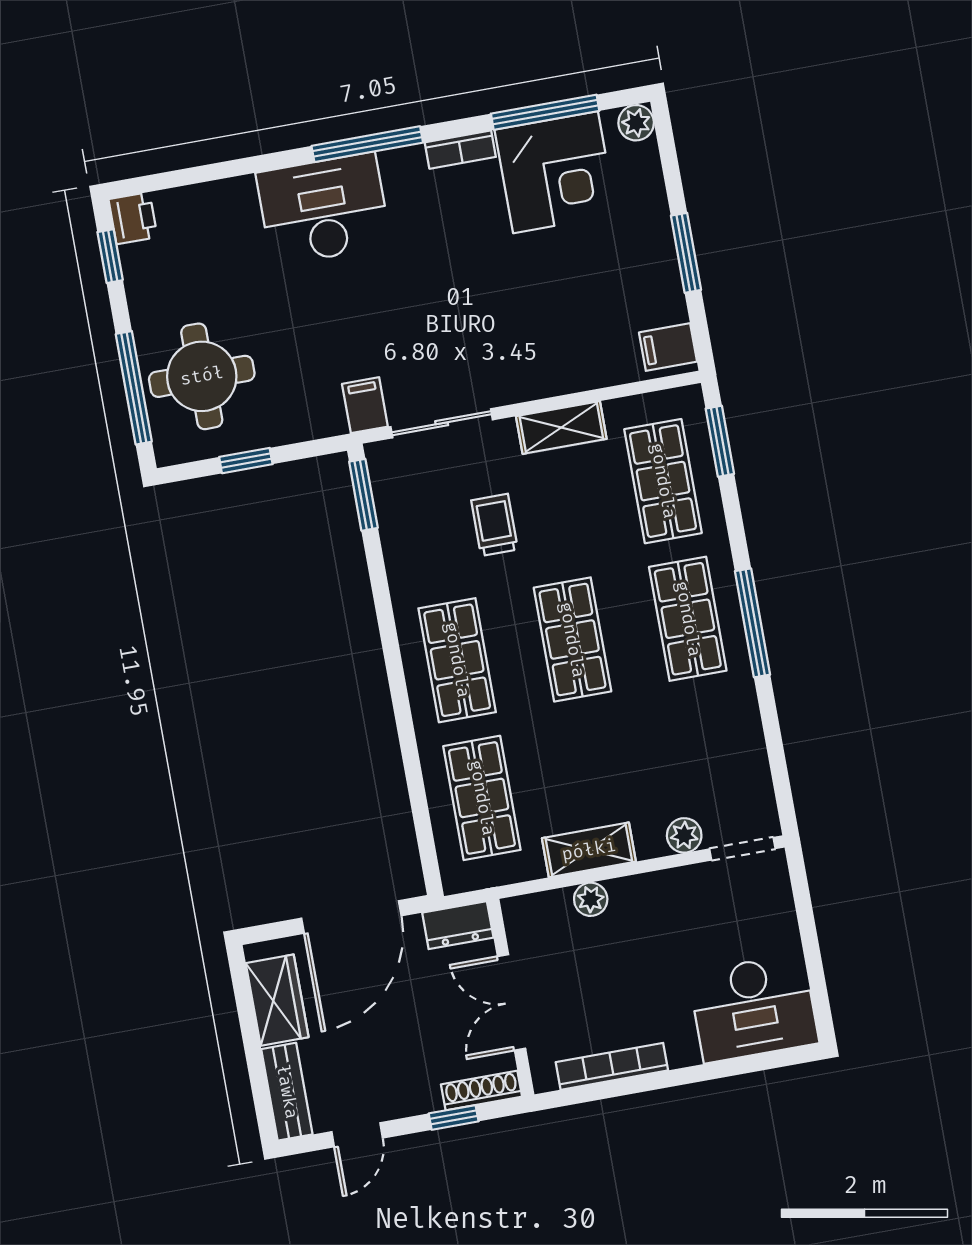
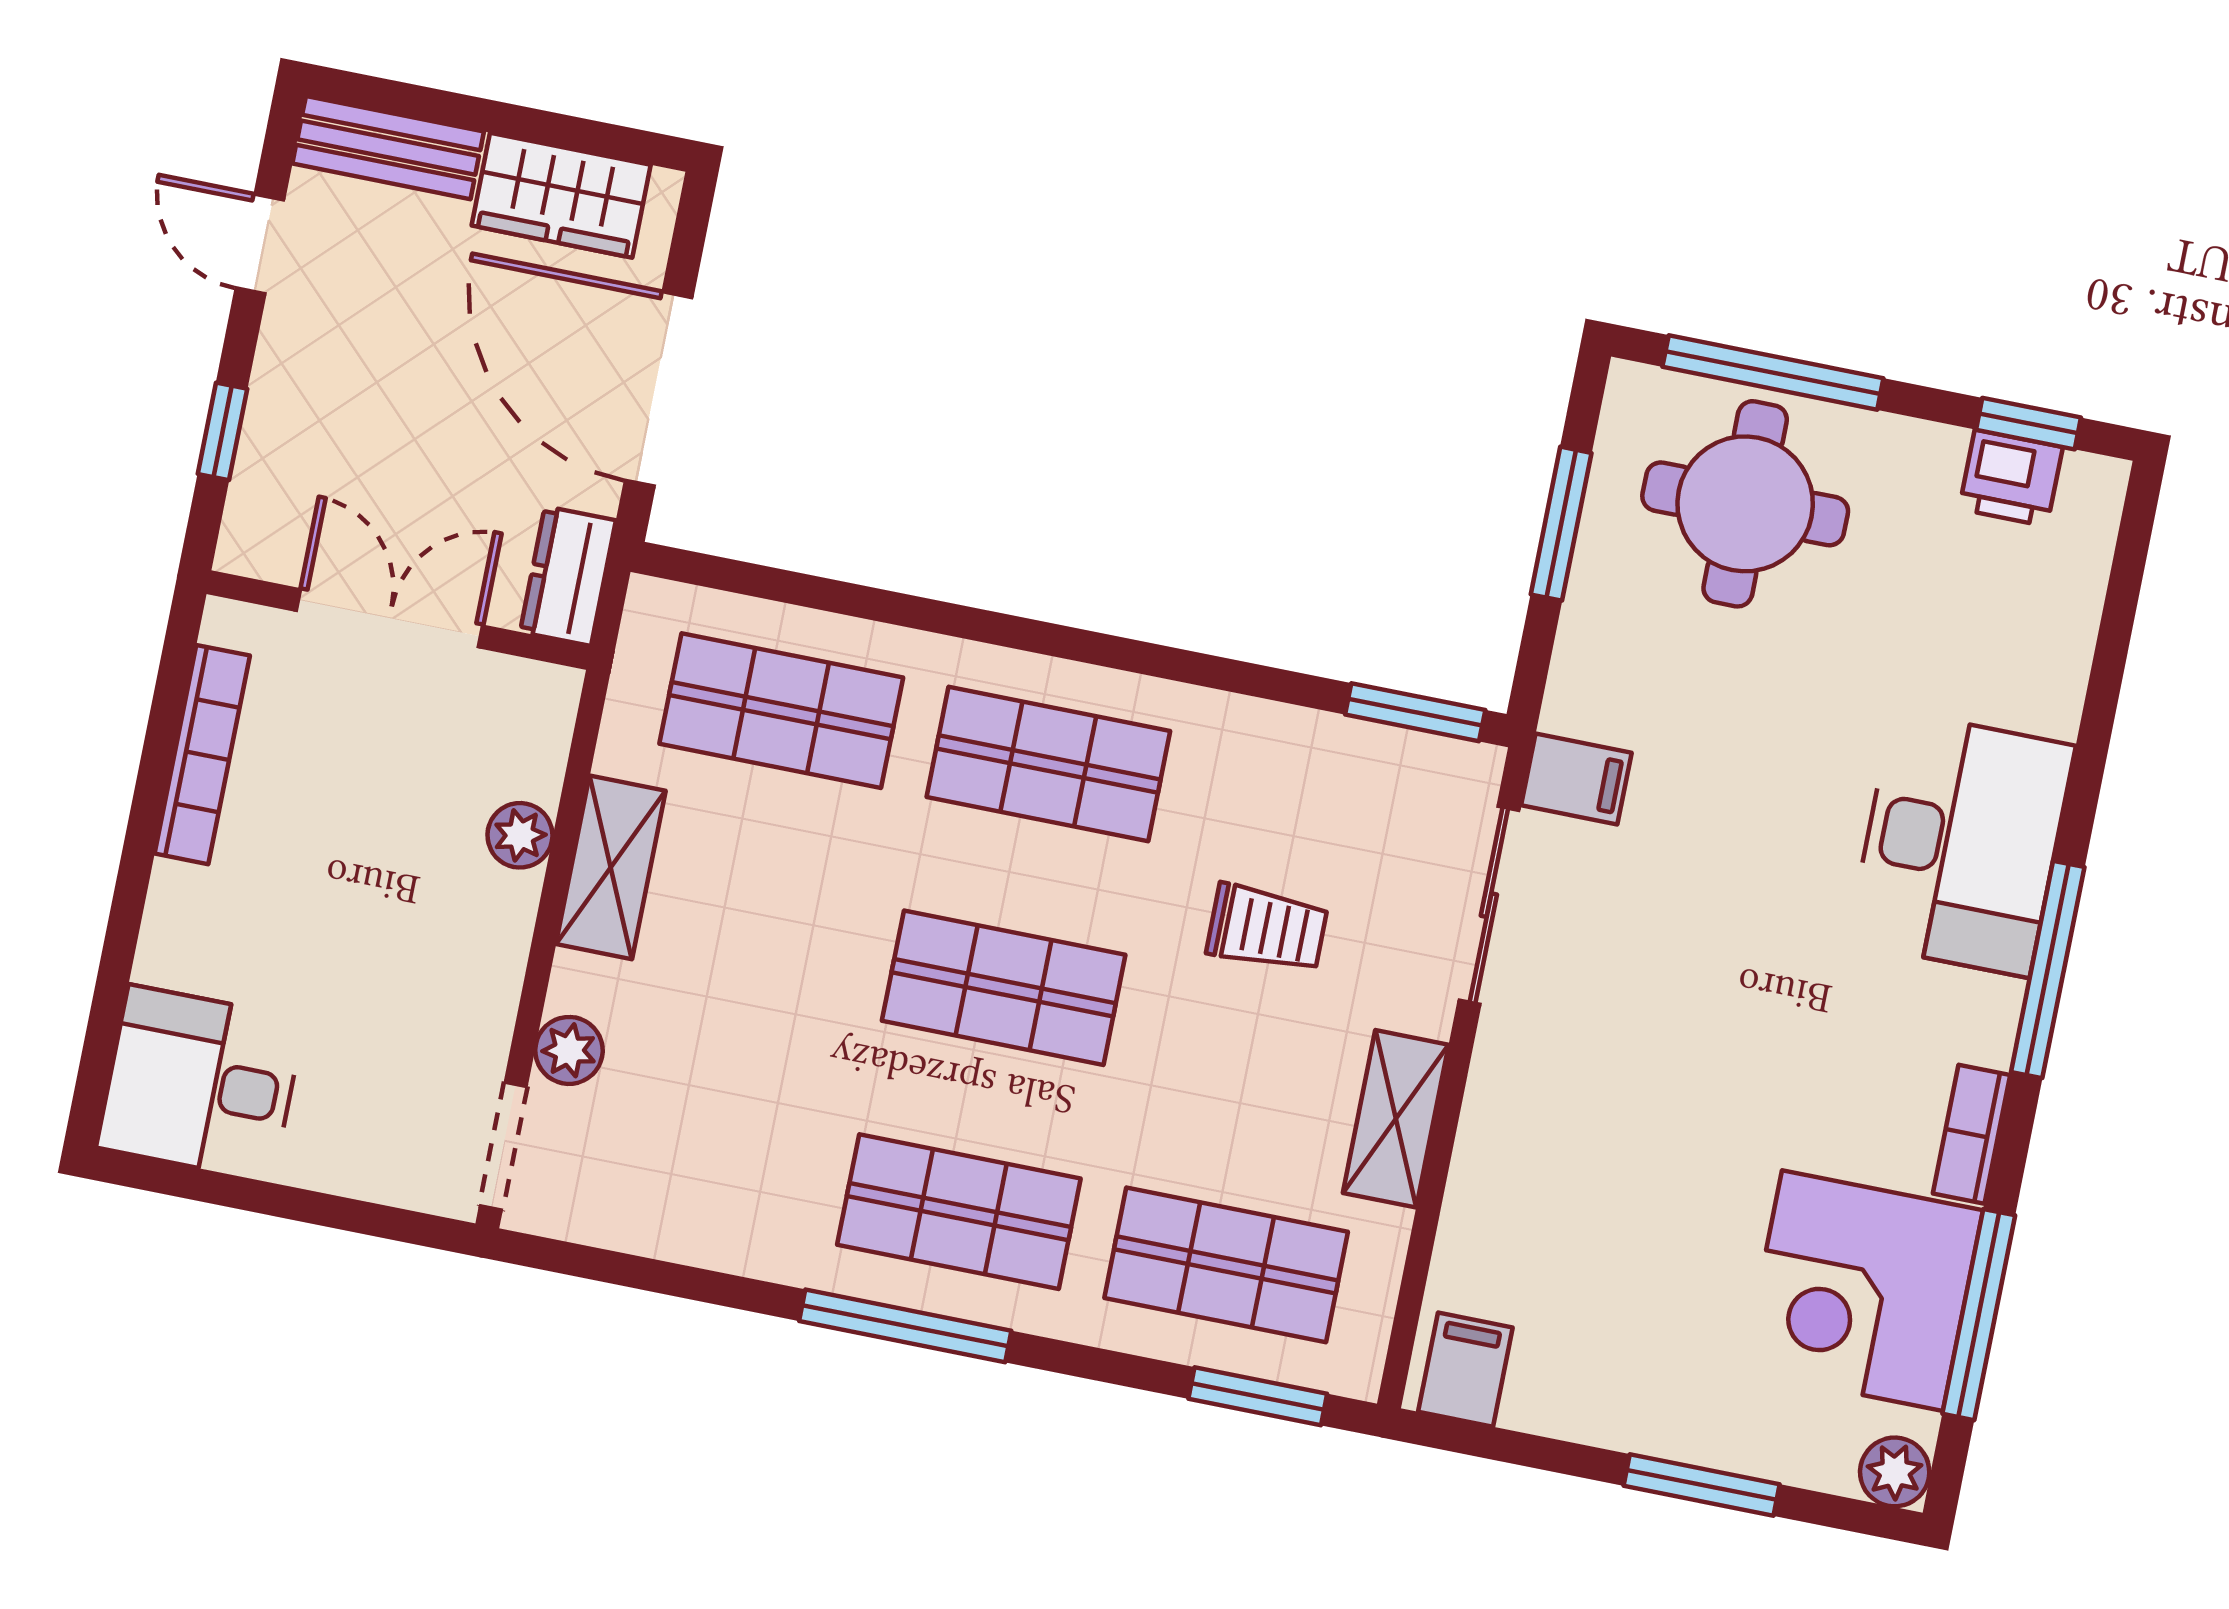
printer: (133, 218) -> (2011, 478), moved
window: (686, 253) -> (1702, 1485), moved
window: (246, 461) -> (1561, 524), width x1.50
desk: (754, 1008) -> (201, 1083), width x0.73
shoe rack: (482, 1091) -> (251, 501), removed

